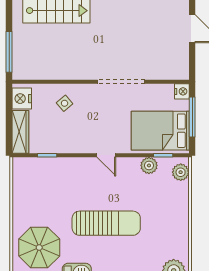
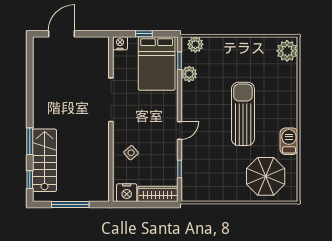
window: (9, 52) -> (70, 204), moved
window: (192, 117) -> (144, 34), width x0.46
door: (106, 155) -> (180, 131), moved

